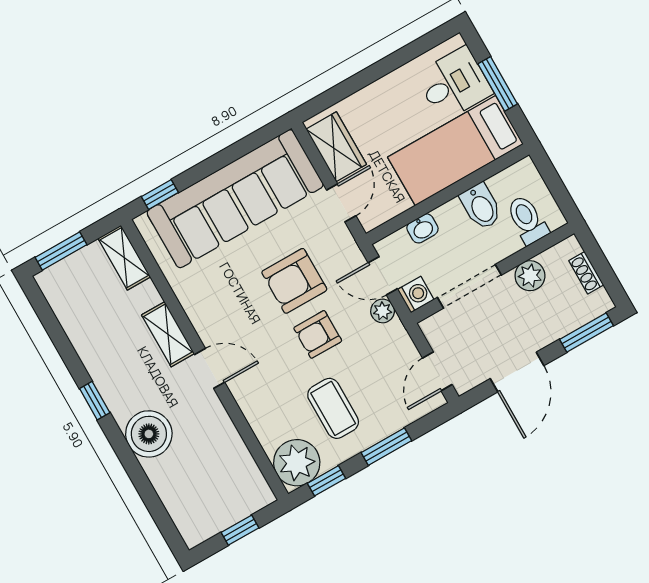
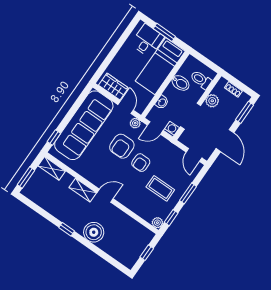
plant: (383, 311) -> (135, 123), moved
plant: (297, 463) -> (157, 223), width x0.53, depth x0.53

